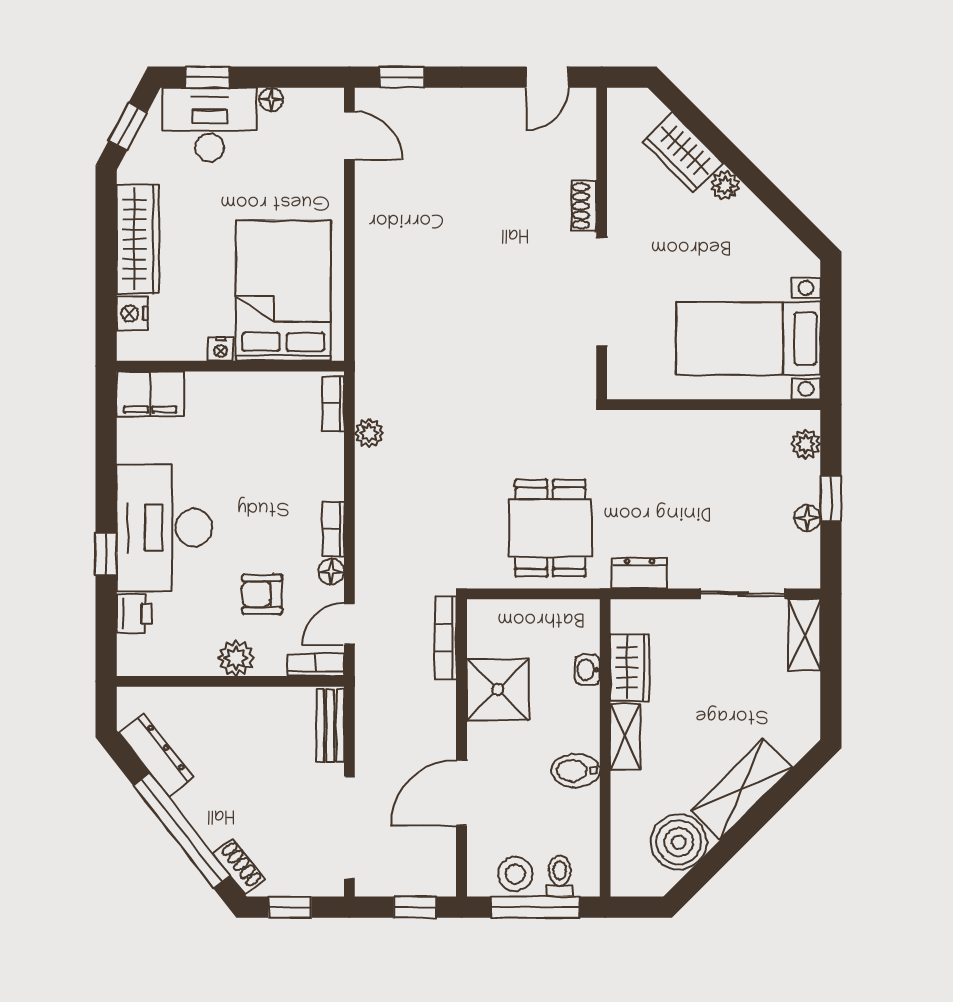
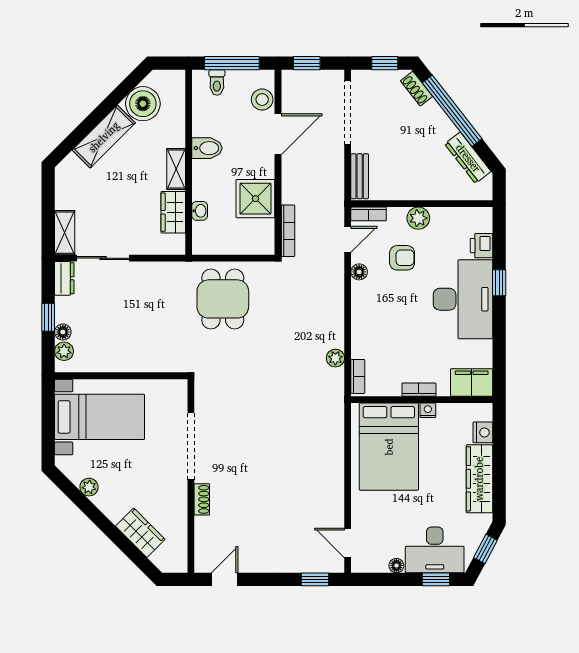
plant: (725, 185) -> (89, 487), moved
floor lamp: (807, 518) -> (63, 332), moved
bookcase: (333, 529) -> (419, 390), moved, turned -90
dresser: (640, 573) -> (64, 278), moved, turned -90
stool: (515, 874) -> (262, 100), moved

